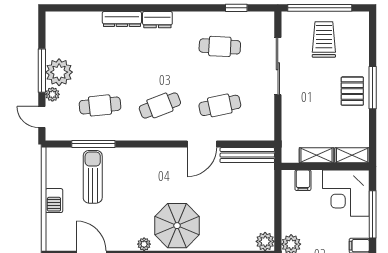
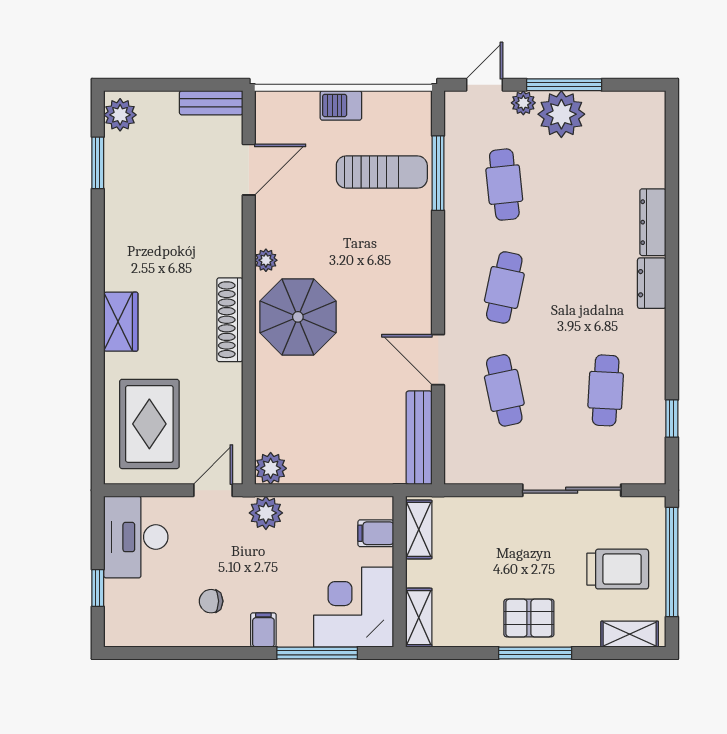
shelving: (362, 32) -> (630, 634), added
cafe table: (160, 105) -> (504, 287), turned 33
shelving: (317, 155) -> (419, 529), moved

